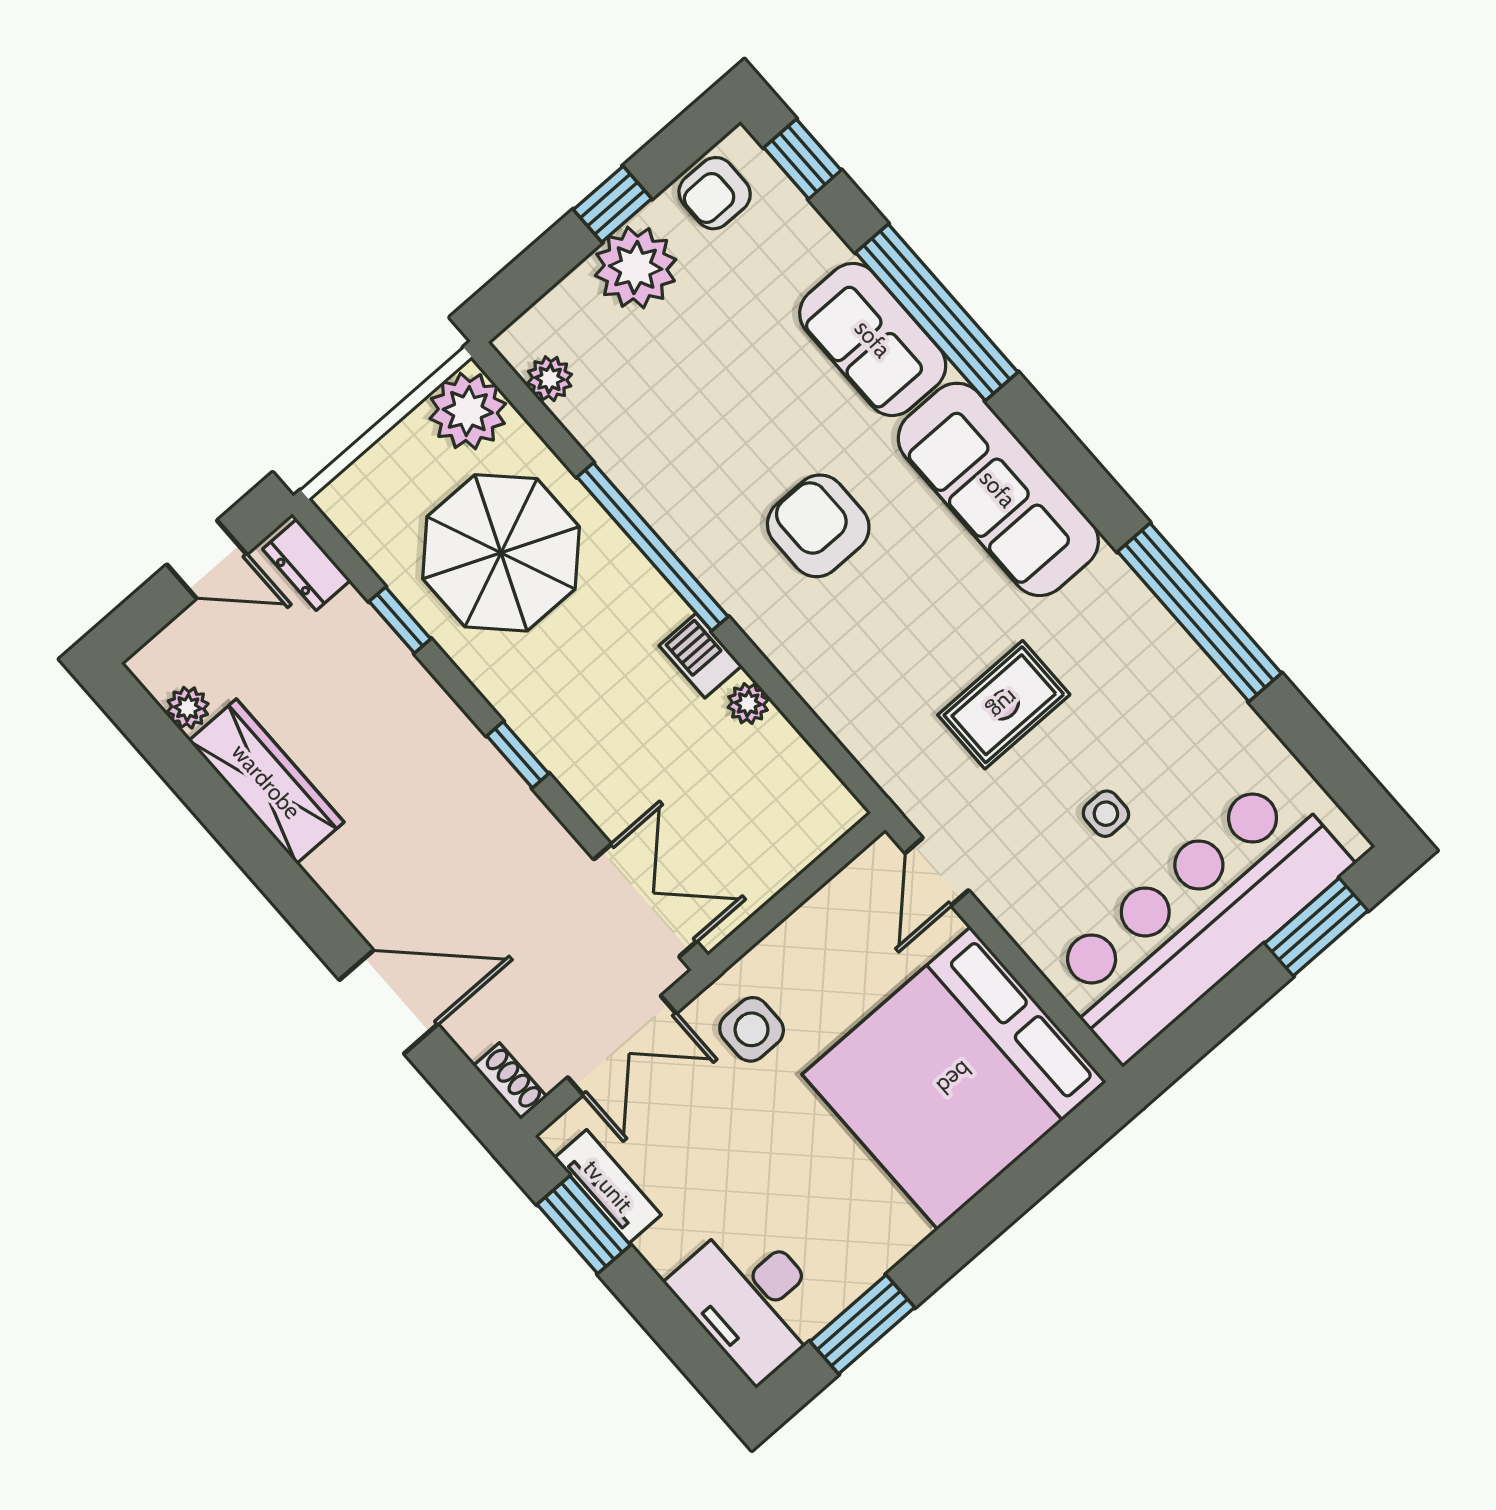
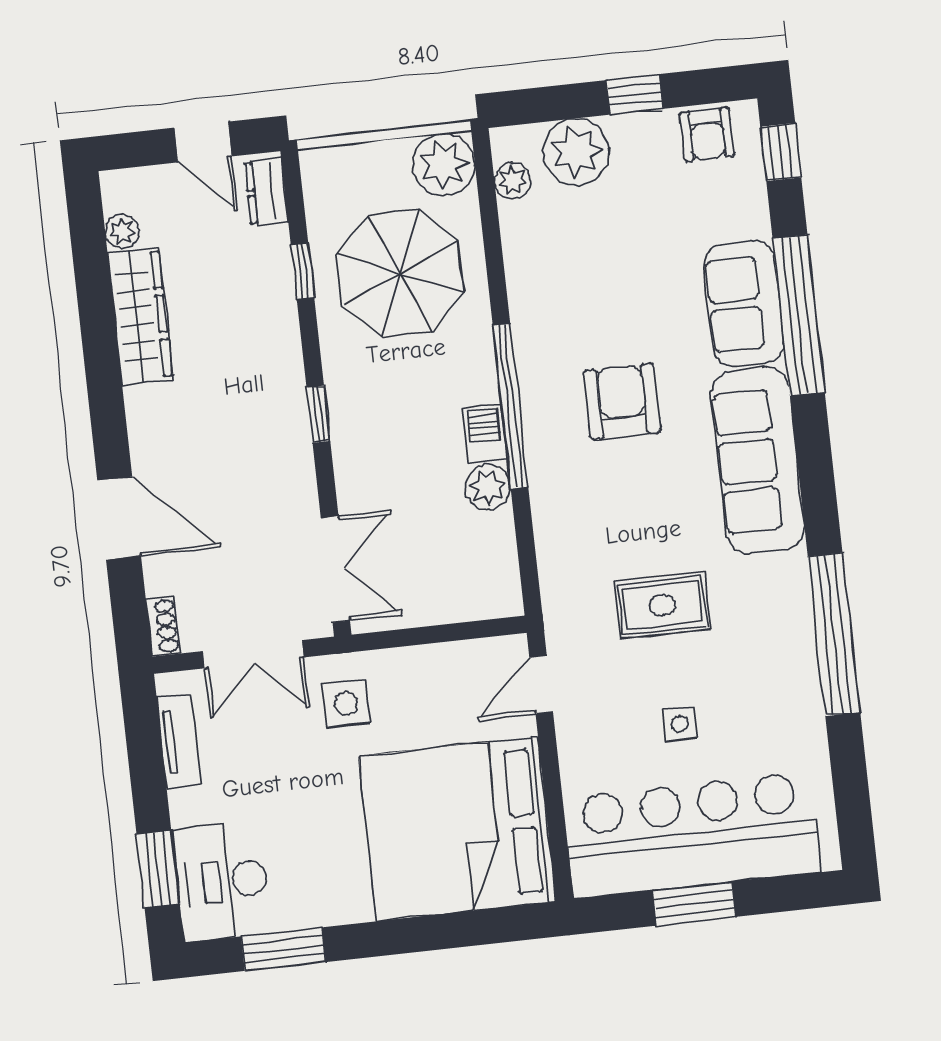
armchair: (715, 193) -> (707, 134), turned -90
plant: (636, 267) -> (576, 152), moved
window: (653, 547) -> (510, 406), moved
plant: (748, 704) -> (488, 487), width x1.38, depth x1.38
window: (1316, 927) -> (694, 904), moved
window: (584, 1225) -> (158, 869), moved

